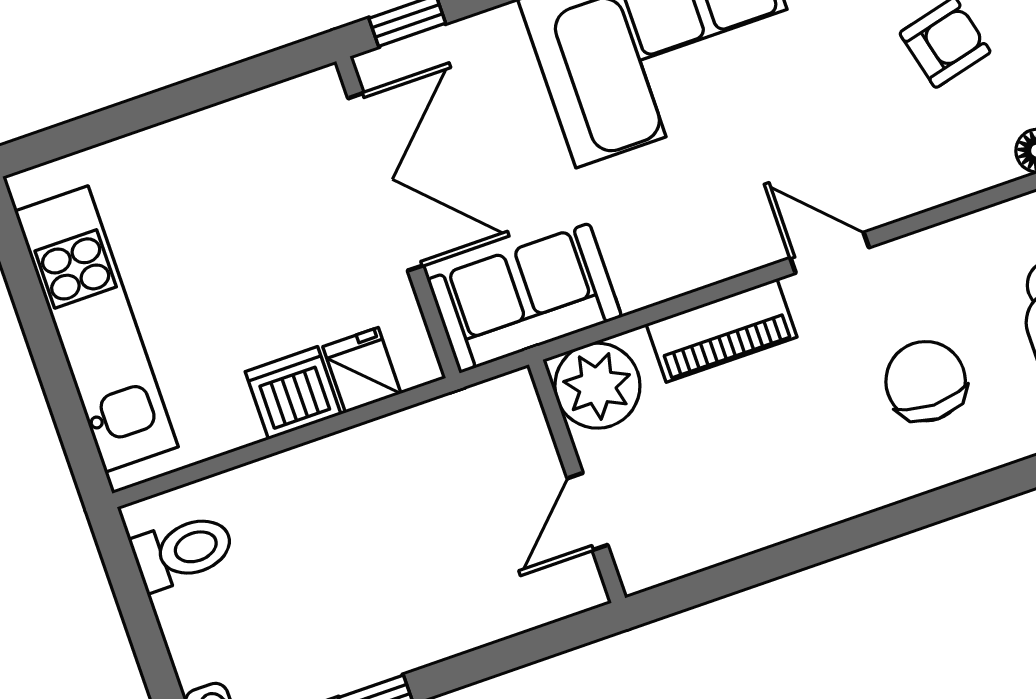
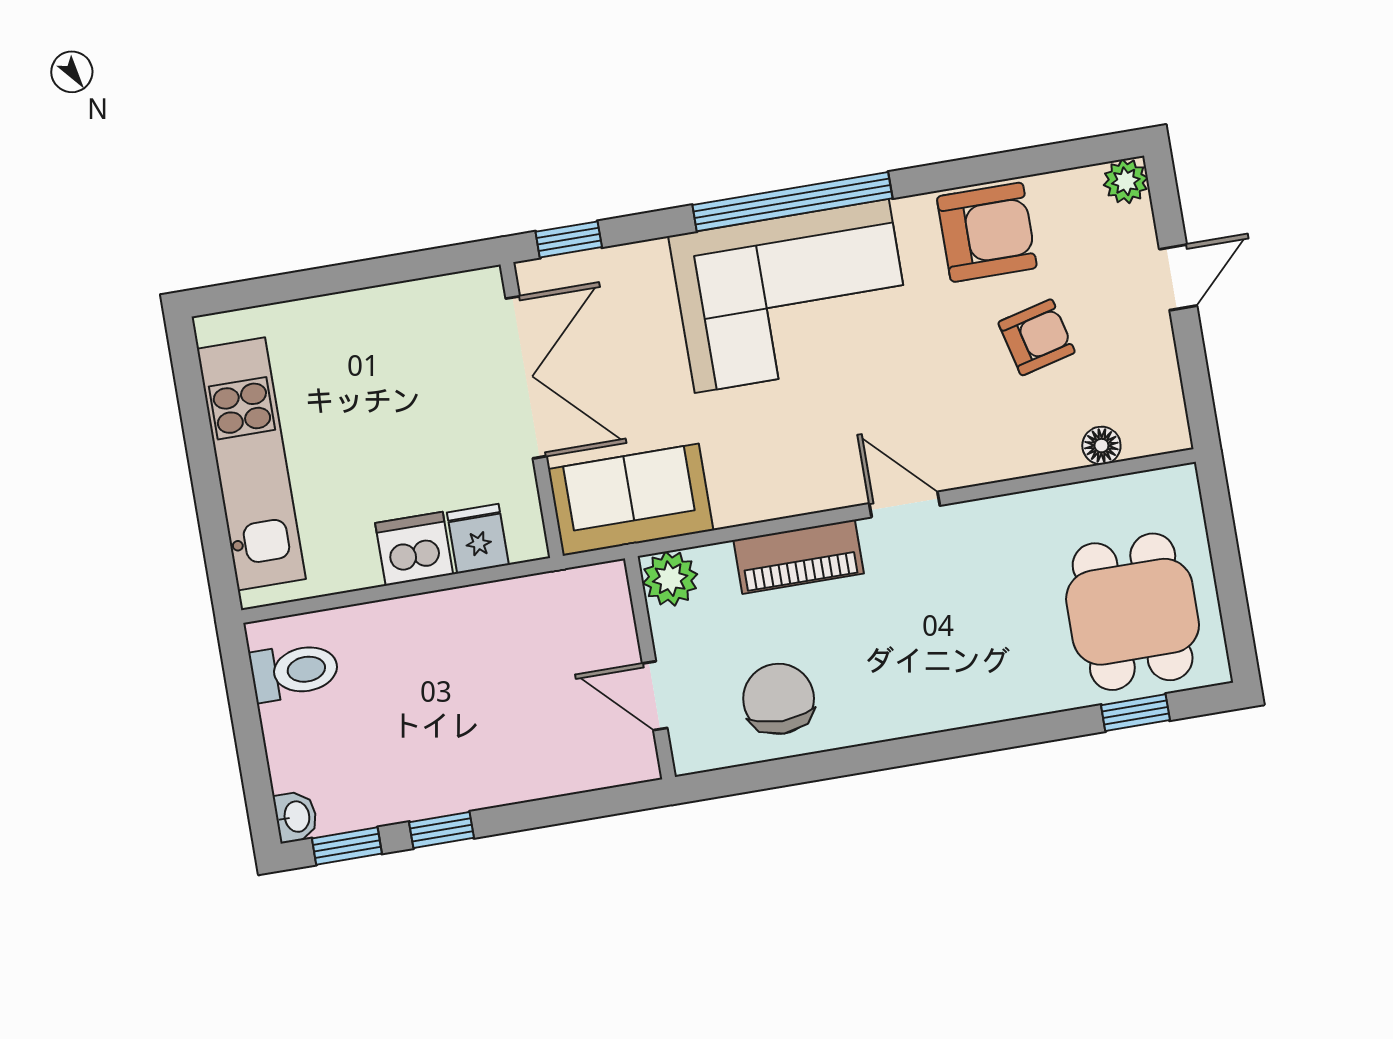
chair: (926, 381) -> (779, 699), moved
plant: (597, 386) -> (670, 579), width x0.73, depth x0.73
door: (588, 512) -> (655, 696), hinge flipped

